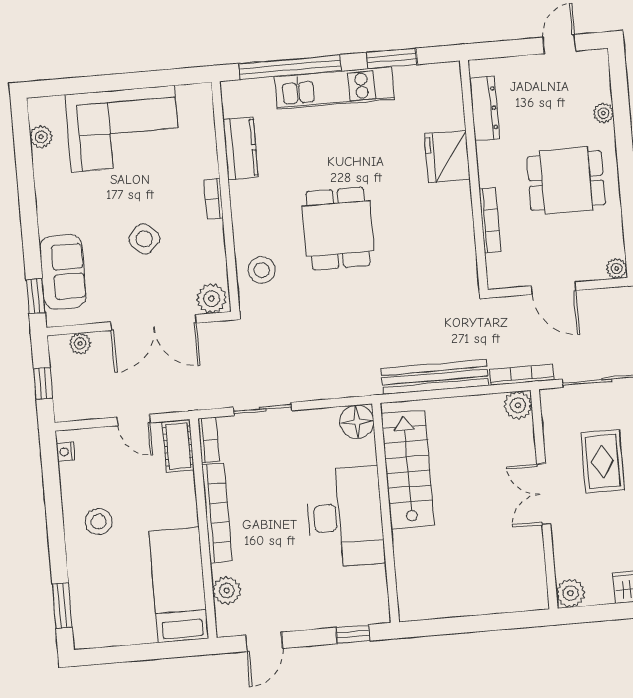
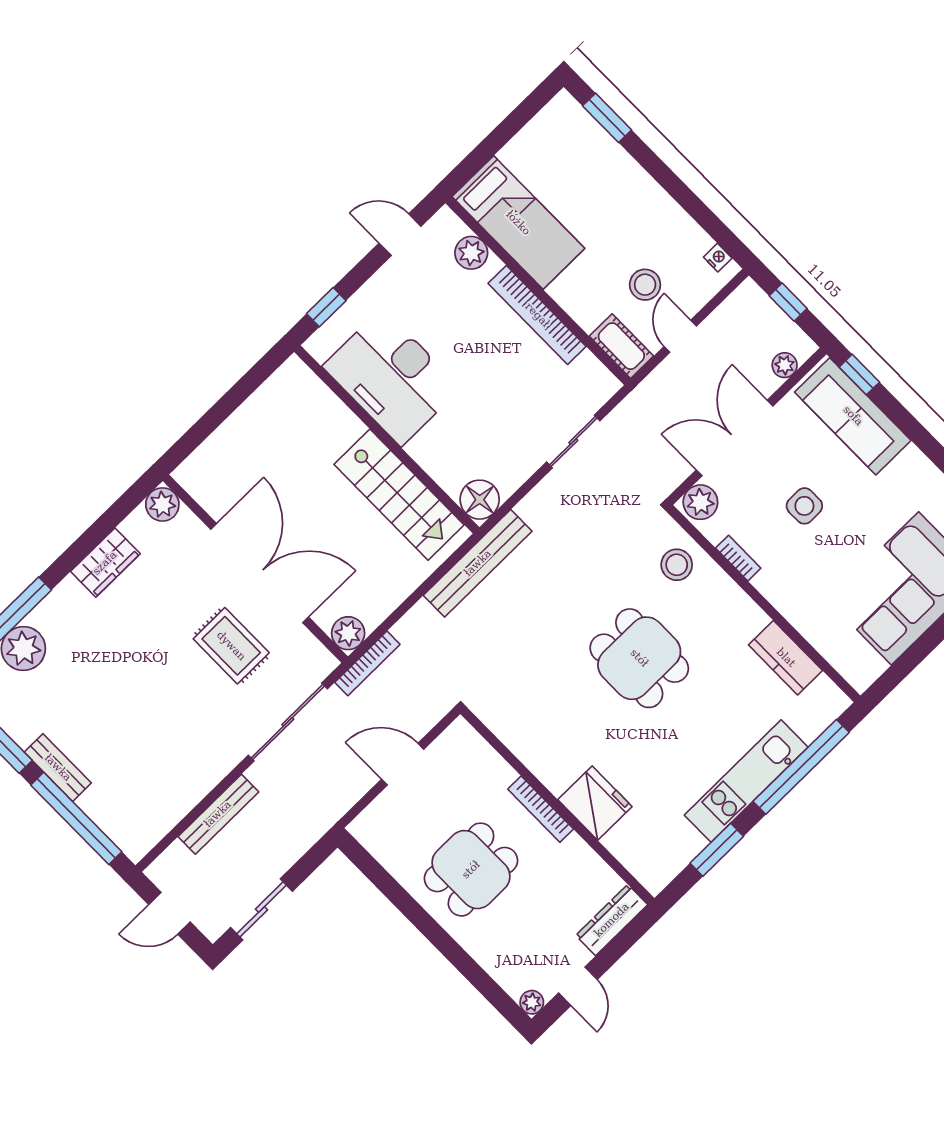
dresser: (484, 108) -> (612, 920), moved, turned 90
plant: (603, 113) -> (532, 1002), moved
bookcase: (214, 199) -> (738, 558), moved
bookcase: (490, 220) -> (541, 809), moved
side table: (144, 239) -> (804, 506), turned 45
plant: (617, 269) -> (361, 828), removed
sofa: (63, 272) -> (853, 416), width x1.36
bench: (435, 377) -> (478, 563), moved
door: (134, 420) -> (680, 336), hinge flipped
bookcase: (209, 440) -> (599, 374), removed
double door: (544, 494) -> (260, 573), width x1.87
desk: (345, 517) -> (392, 377), moved
stool: (99, 522) -> (645, 285), moved
door: (264, 642) -> (400, 235), hinge flipped

